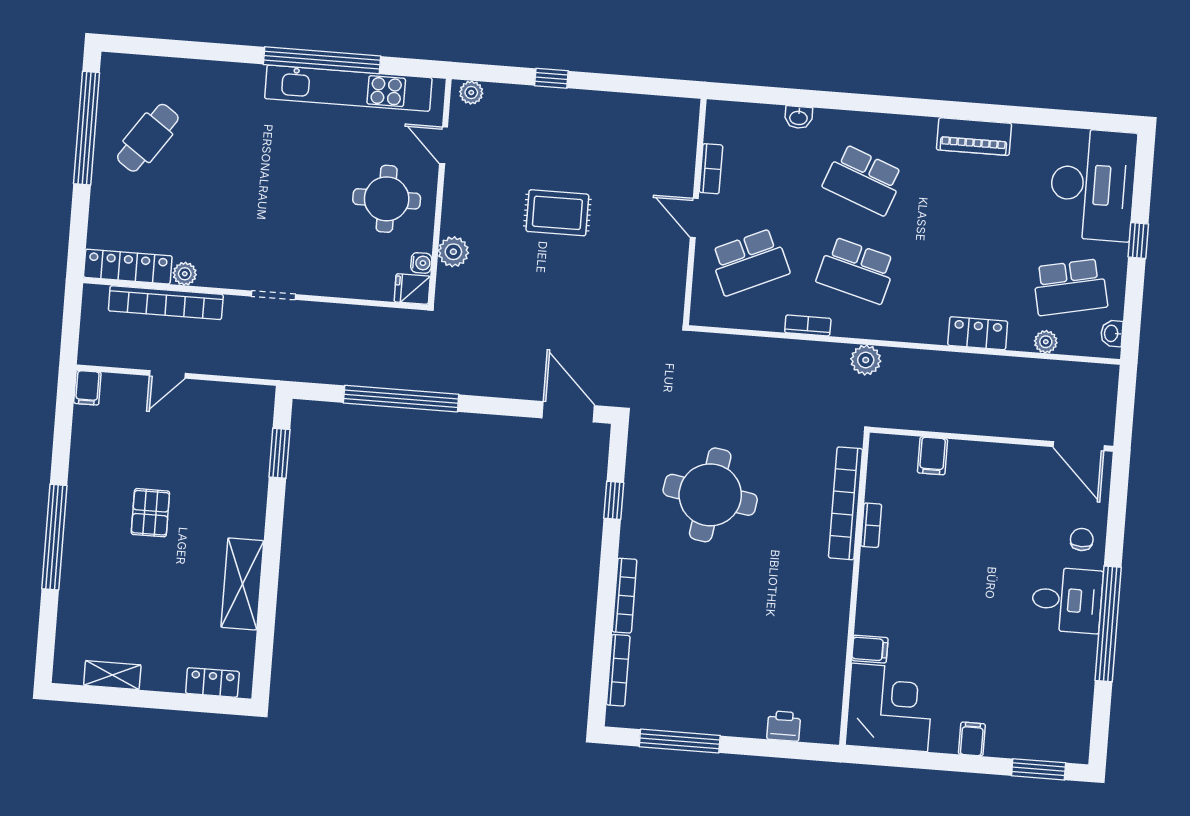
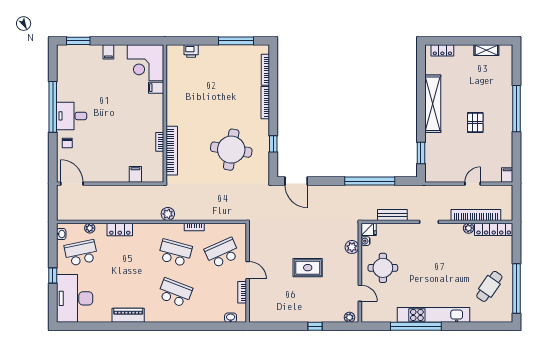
kitchen unit: (348, 88) -> (433, 315), moved
washbasin: (799, 117) -> (231, 318), moved
bench: (356, 318) -> (392, 215), added
shelving: (242, 584) -> (433, 104), width x1.47

